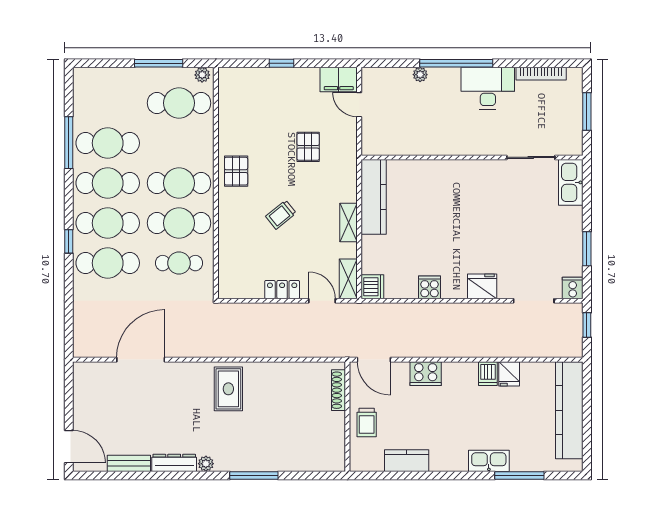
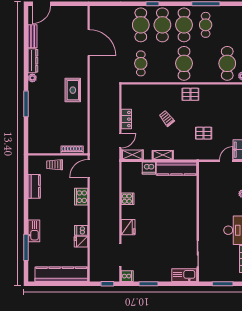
cafe table: (108, 143) -> (206, 25), width x0.73, depth x0.74
cafe table: (179, 223) -> (162, 63), removed
dishwasher: (372, 287) -> (149, 168), moved
rug: (228, 389) -> (73, 90), turned 90

